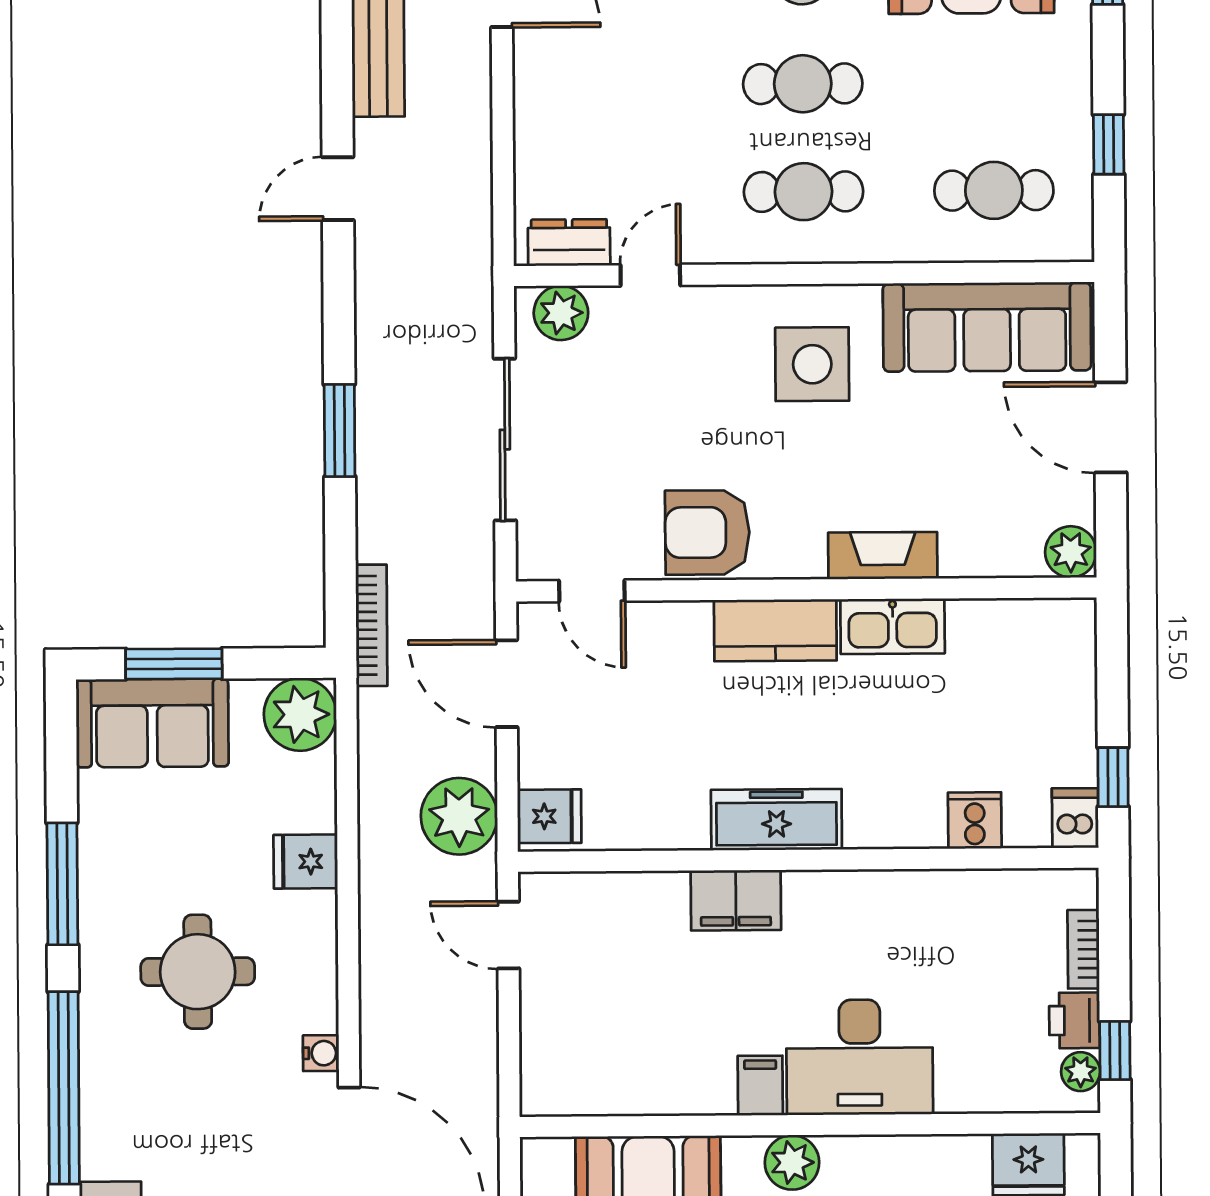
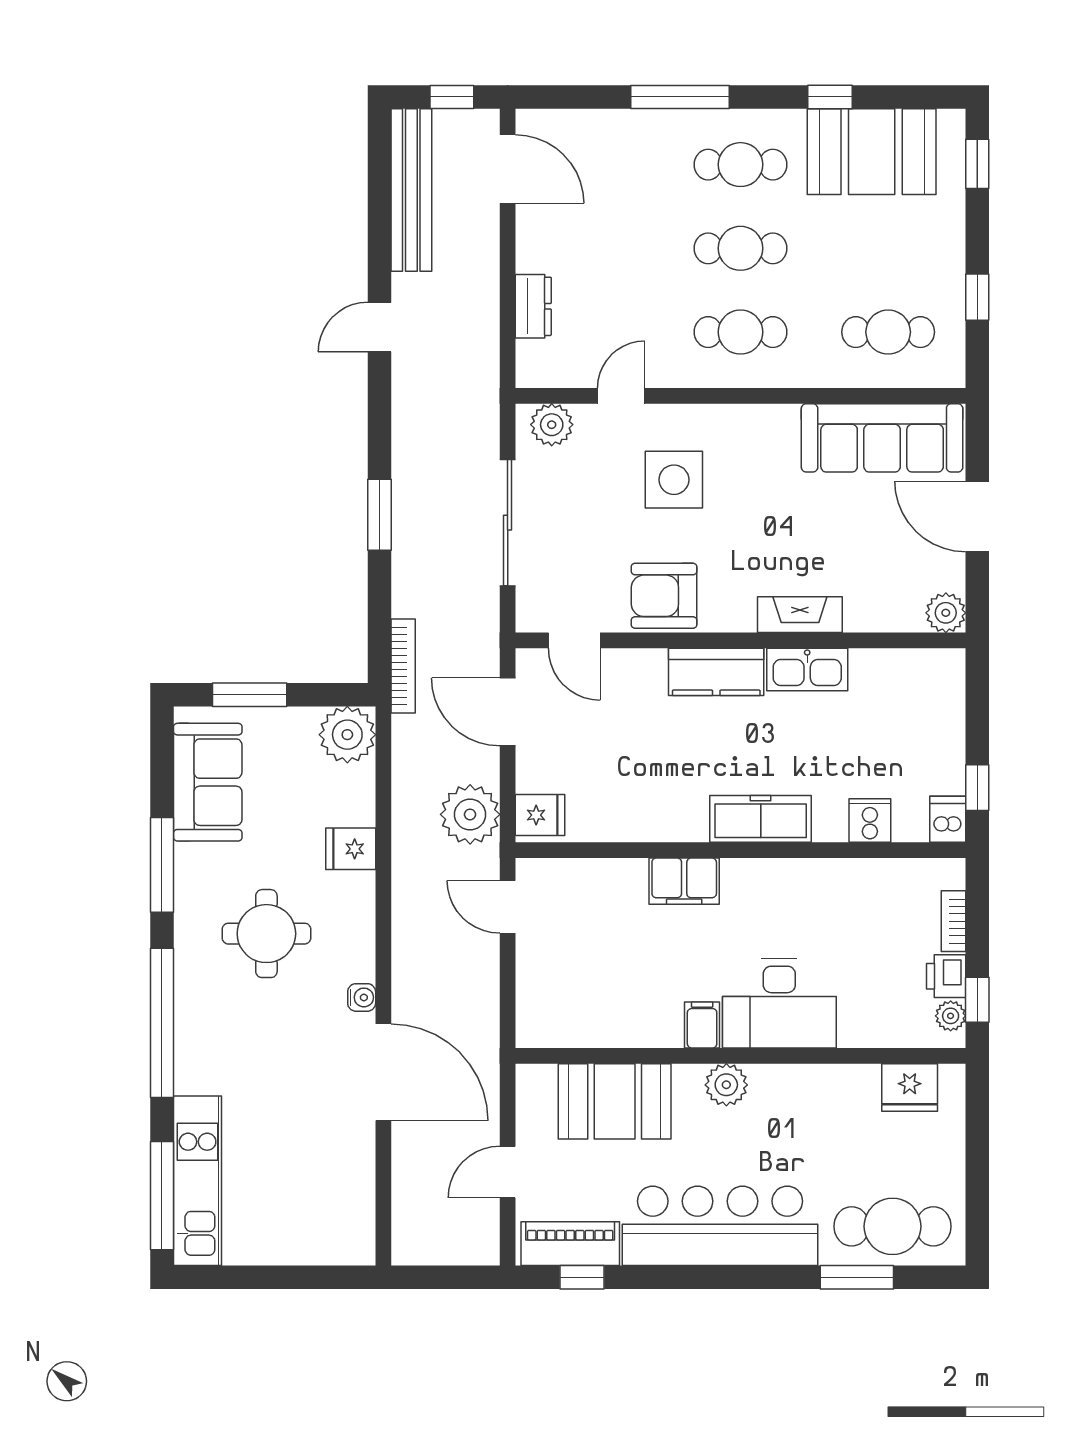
dresser: (569, 243) -> (533, 306), moved, turned 90
side table: (812, 364) -> (674, 480), moved
sofa: (152, 723) -> (208, 782), moved, turned -90
freezer: (776, 820) -> (761, 819), moved

